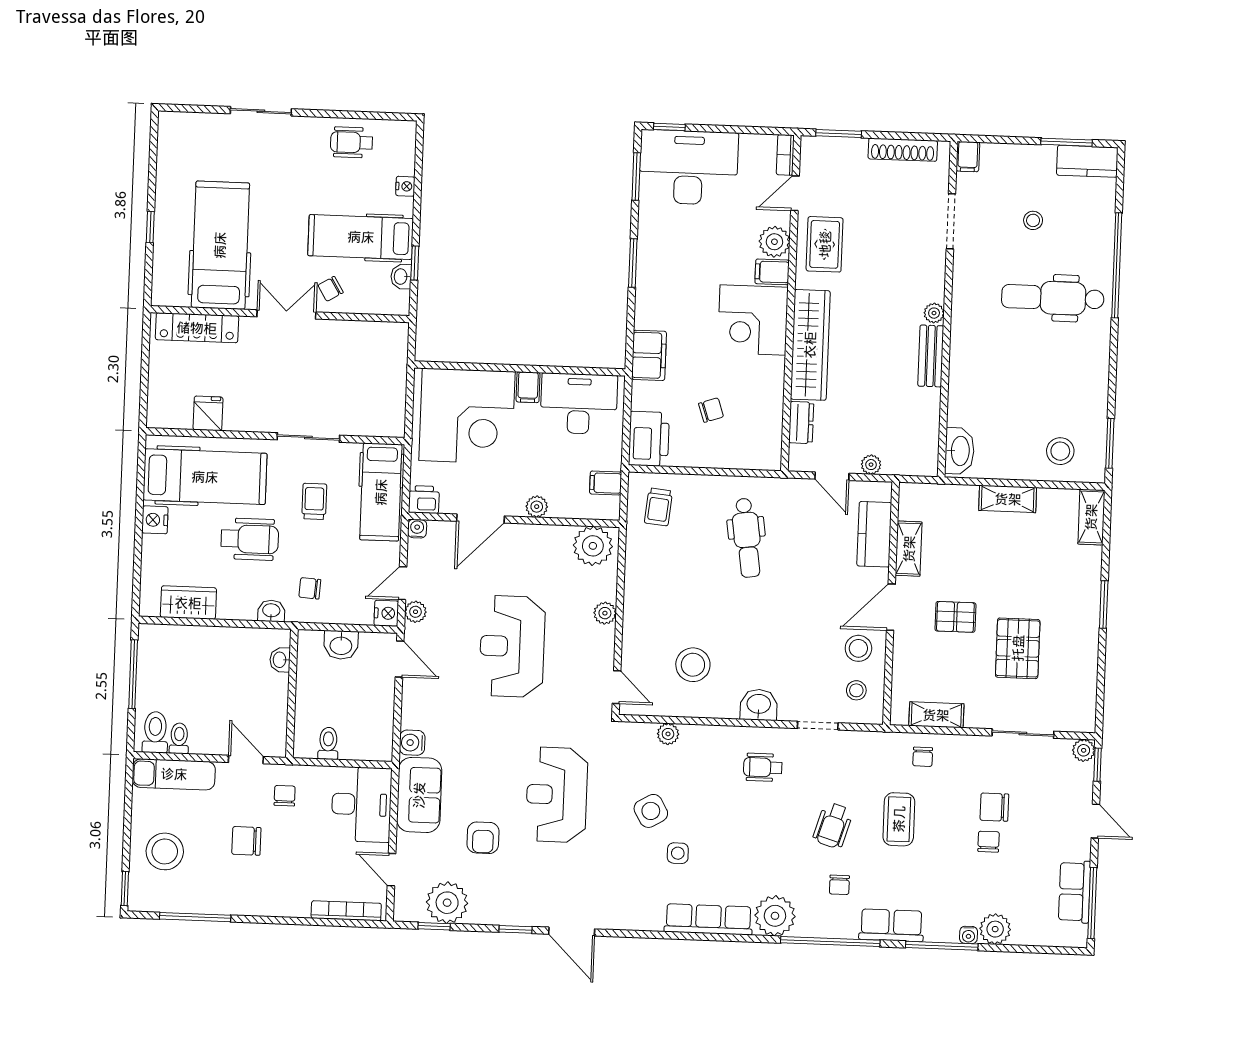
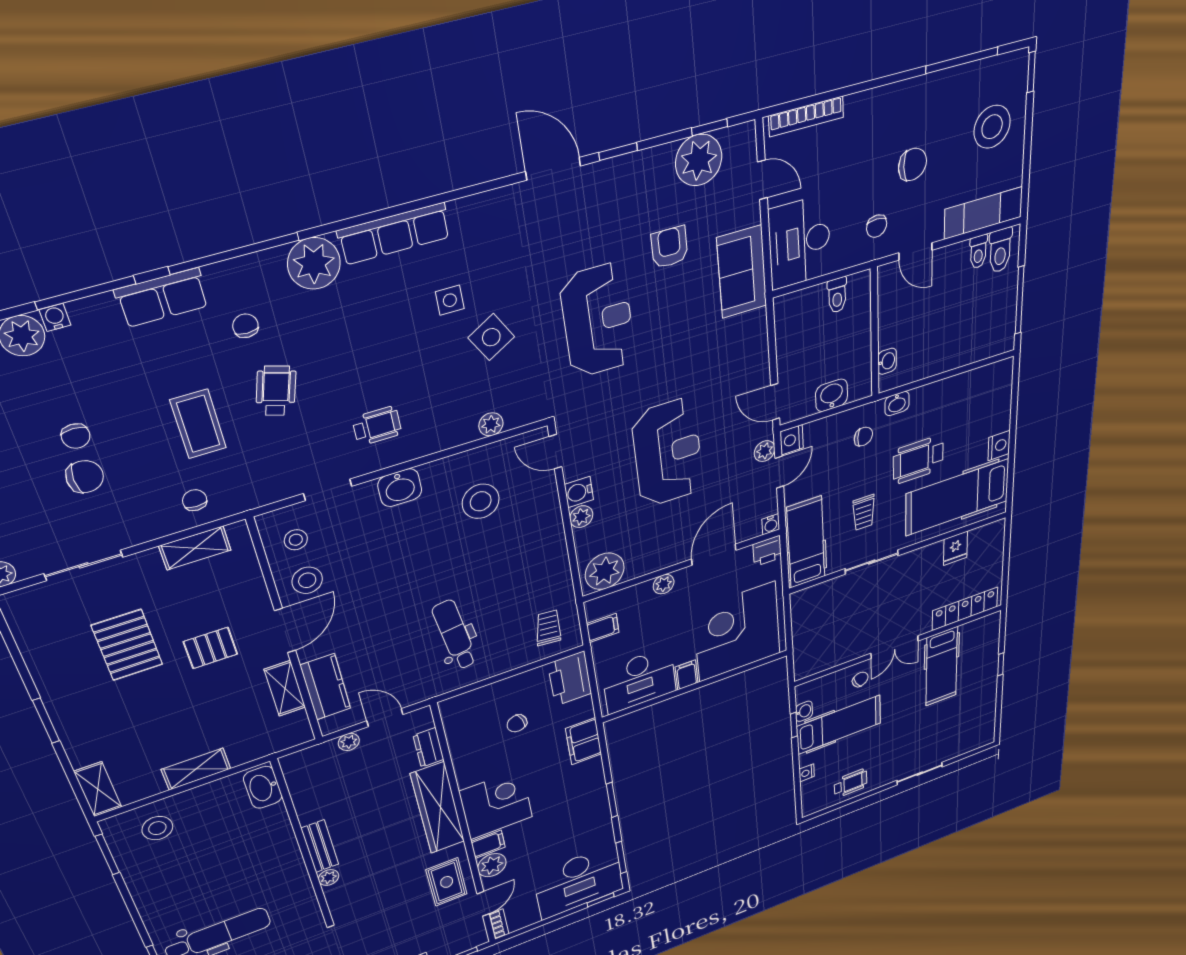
hospital bed: (220, 245) -> (942, 667), width x0.73, depth x0.78
wardrobe: (188, 603) -> (971, 384), removed
water cooler: (412, 743) -> (579, 492), moved, turned 180

